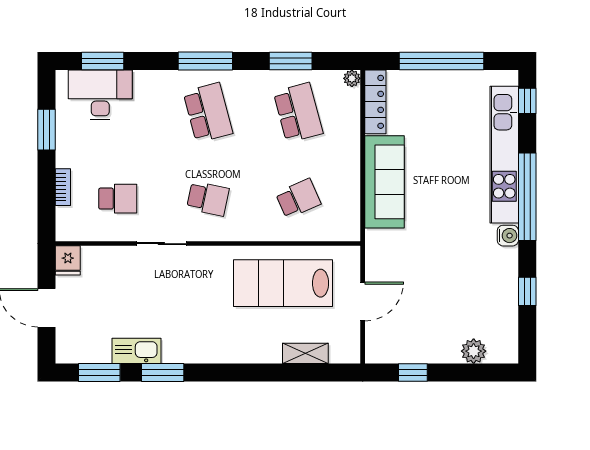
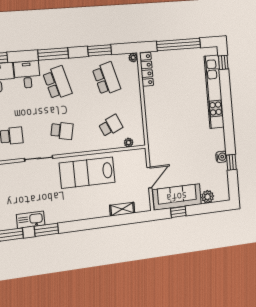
desk: (156, 93) -> (27, 74), added
sofa: (385, 182) -> (177, 197), moved, turned -90
window: (527, 197) -> (227, 113), removed
plant: (329, 233) -> (129, 143), added
water cooler: (508, 236) -> (221, 157), moved
lab bench: (283, 283) -> (87, 173), moved

